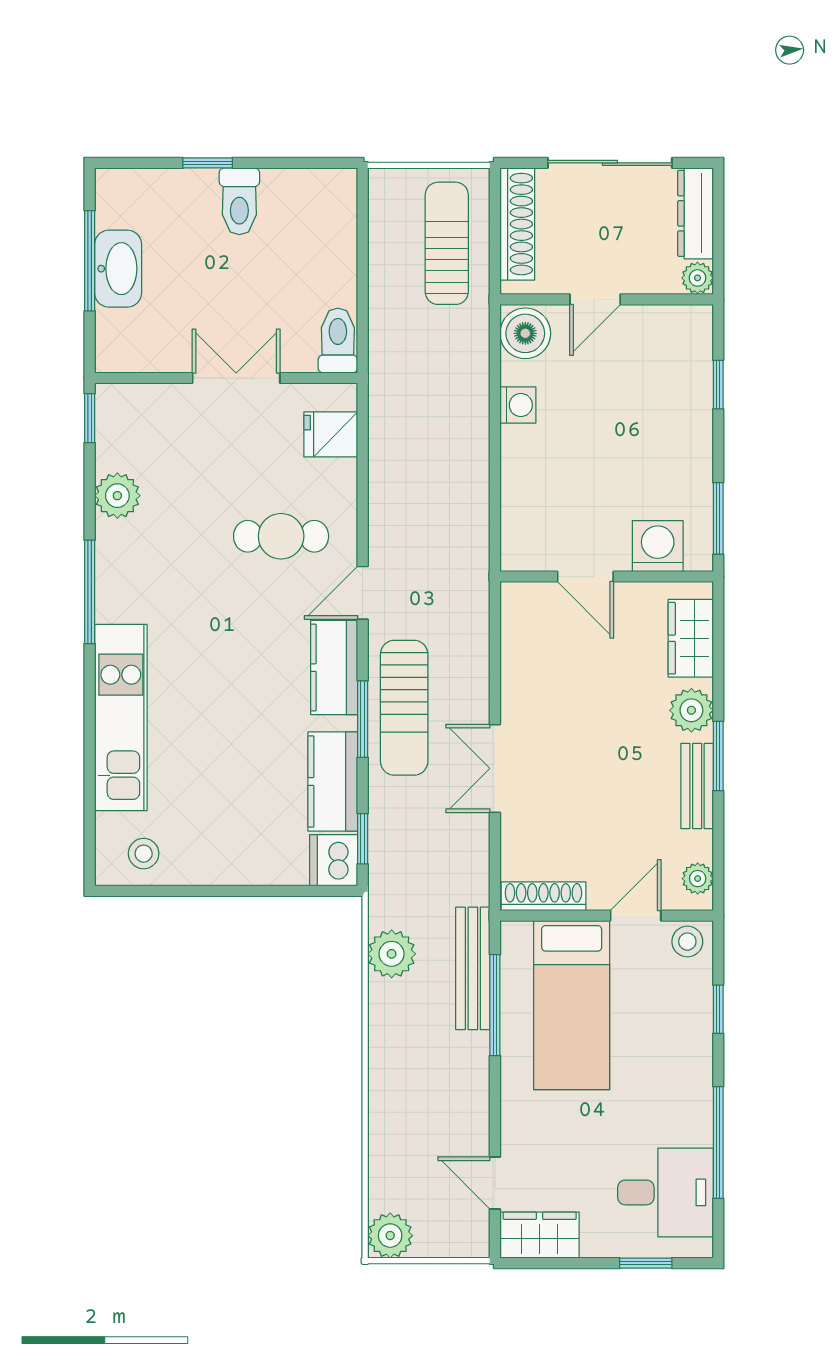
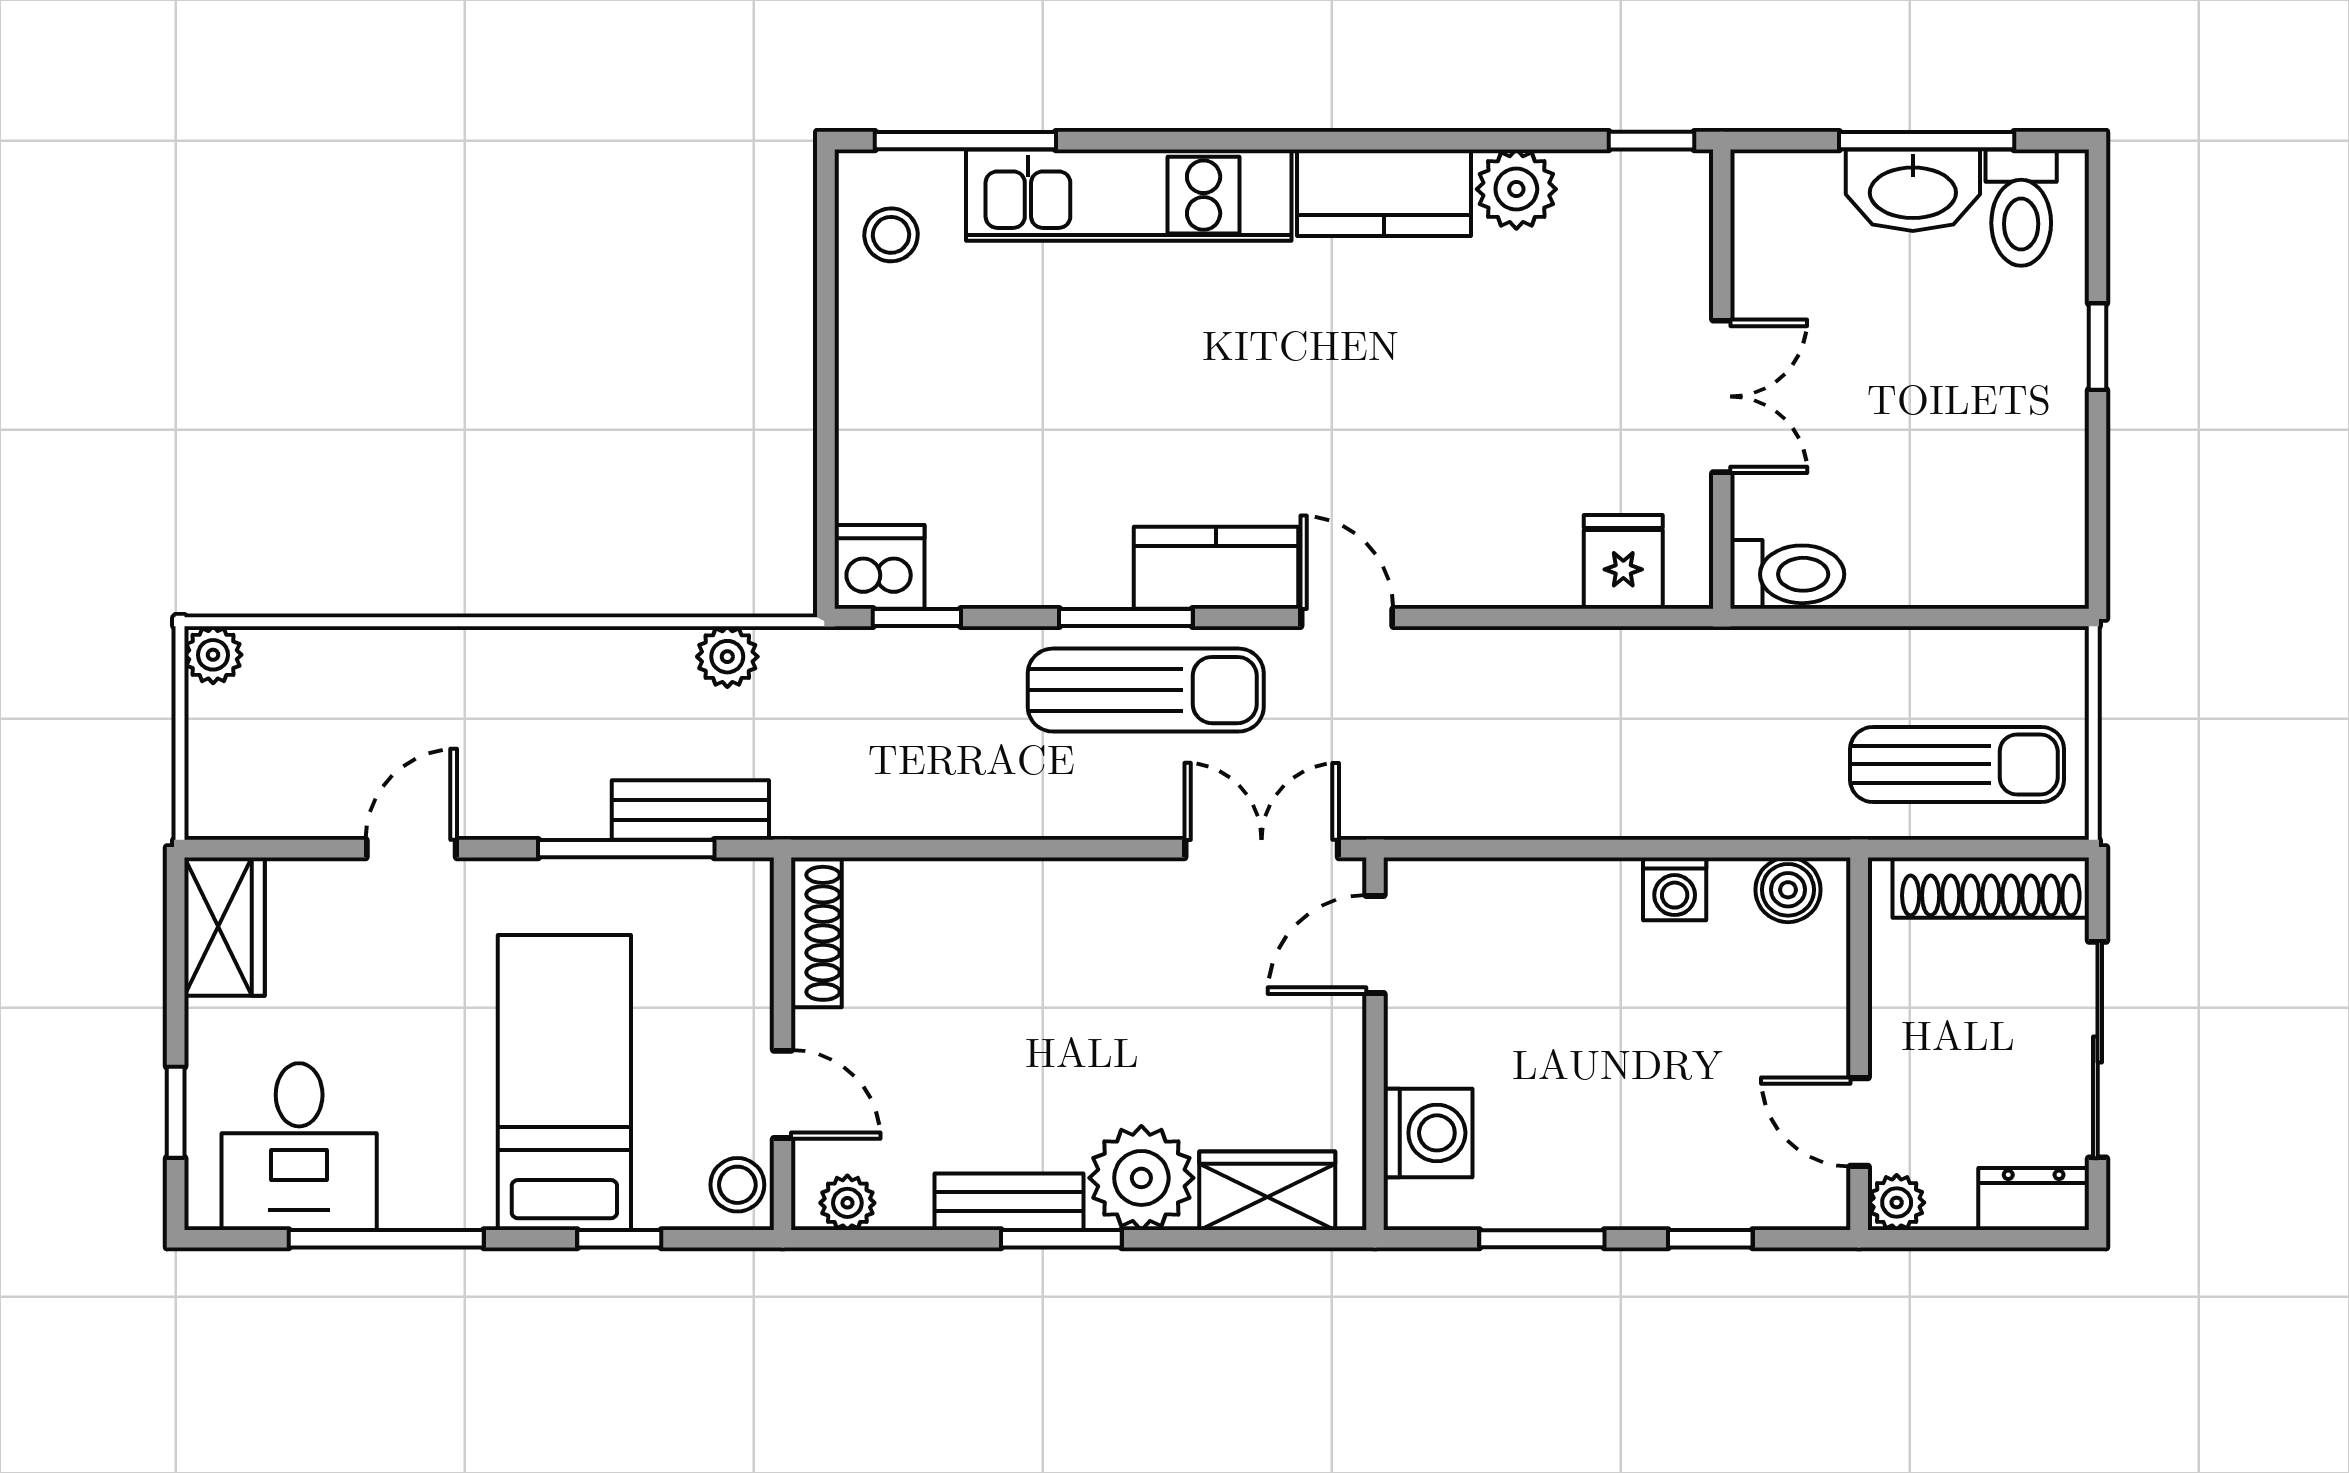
toilet: (239, 201) -> (2021, 208), moved, turned -90
dresser: (696, 213) -> (2034, 1199), width x0.70
door: (595, 299) -> (1859, 1122), moved
boiler: (525, 333) -> (1788, 890), width x0.73, depth x0.73
window: (718, 518) -> (1542, 1239), moved
cafe table: (281, 536) -> (1445, 475), removed
door: (585, 577) -> (1375, 945), moved
window: (90, 592) -> (965, 141), moved
sun lounger: (404, 708) -> (1146, 690), turned 180
plant: (691, 710) -> (1141, 1178), width x1.36, depth x1.36
double door: (495, 768) -> (1262, 849), moved
kitchen counter: (333, 781) -> (1384, 193), moved, turned 180
plant: (392, 954) -> (727, 657), width x0.73, depth x0.73
bench: (473, 968) -> (690, 810), width x0.73
bed: (572, 1005) -> (564, 1083), moved, turned 90
door: (495, 1183) -> (411, 849), moved
plant: (390, 1236) -> (213, 655), width x0.73, depth x0.73

